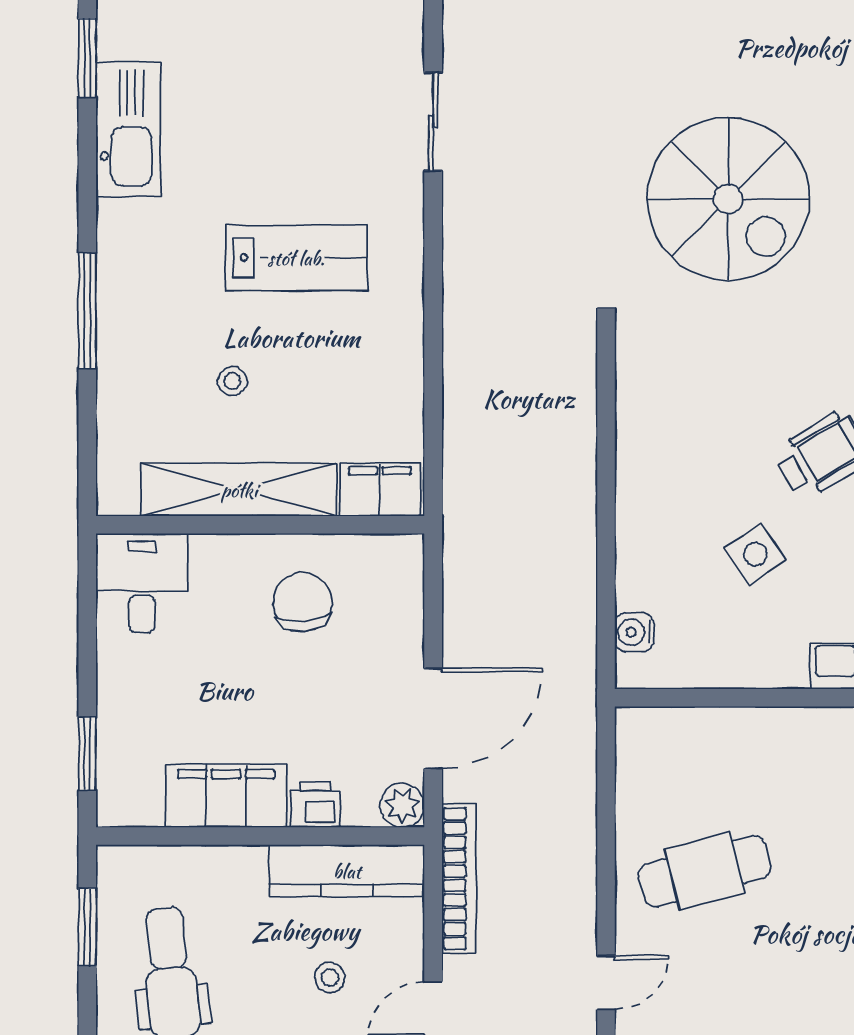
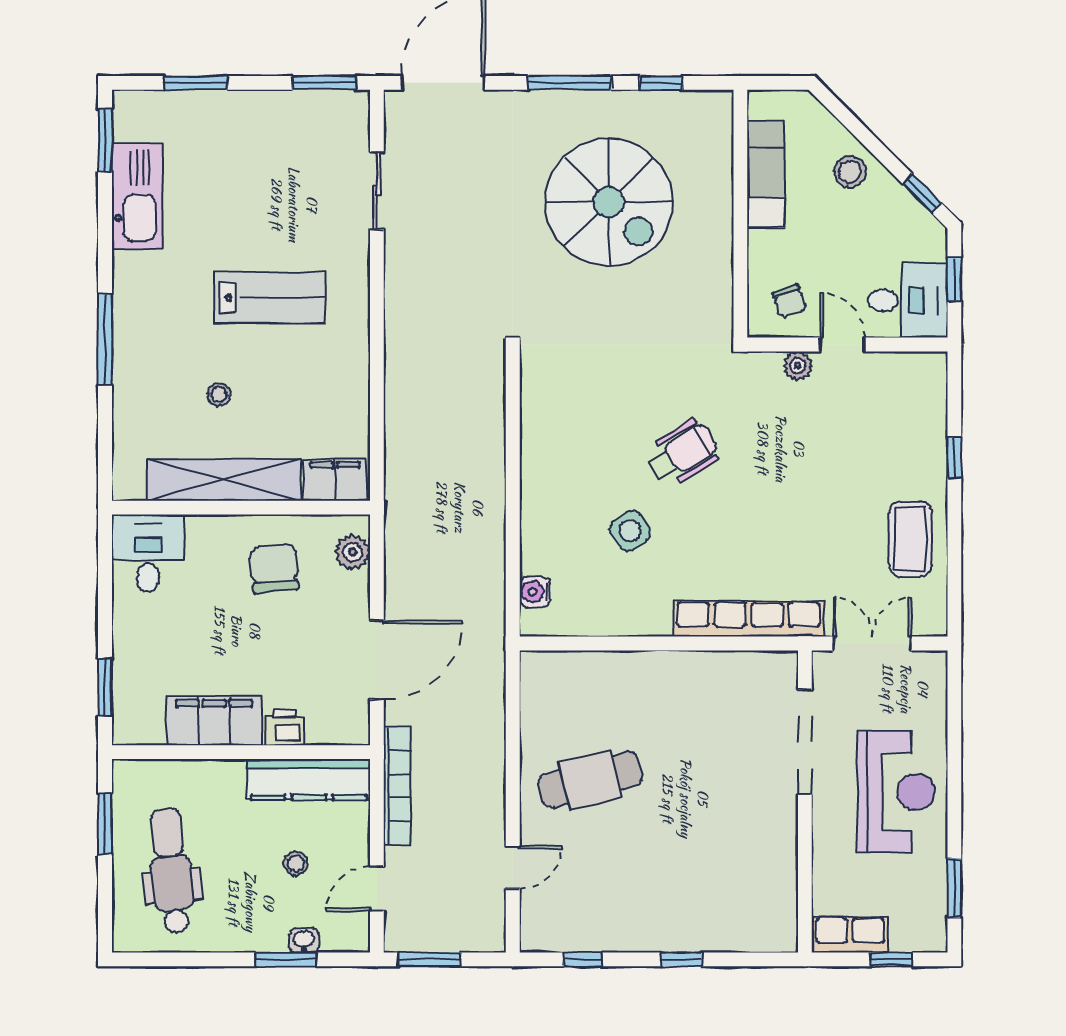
spiral stairs: (728, 199) -> (609, 202), moved
plant: (402, 805) -> (353, 552), moved

